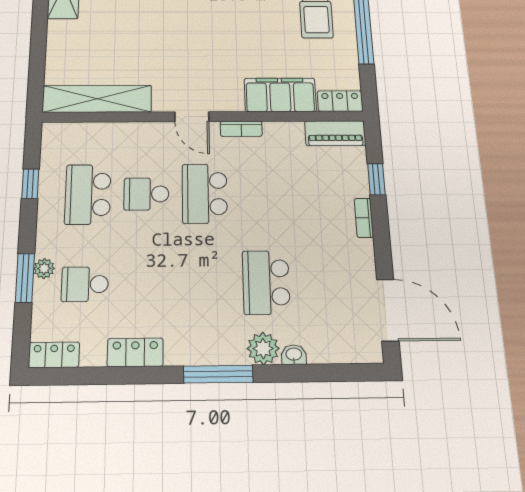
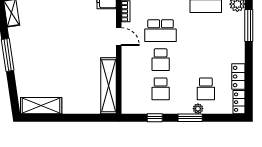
door: (192, 117) -> (119, 37), hinge flipped
school desk: (88, 194) -> (161, 89), width x0.54
window: (25, 278) -> (190, 118), moved
locker: (135, 352) -> (238, 76), moved

